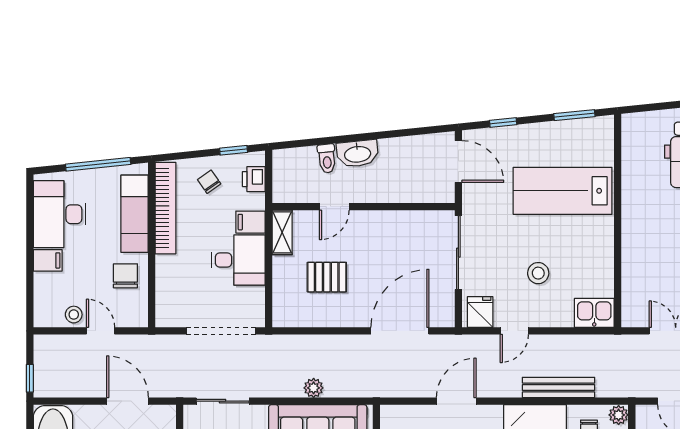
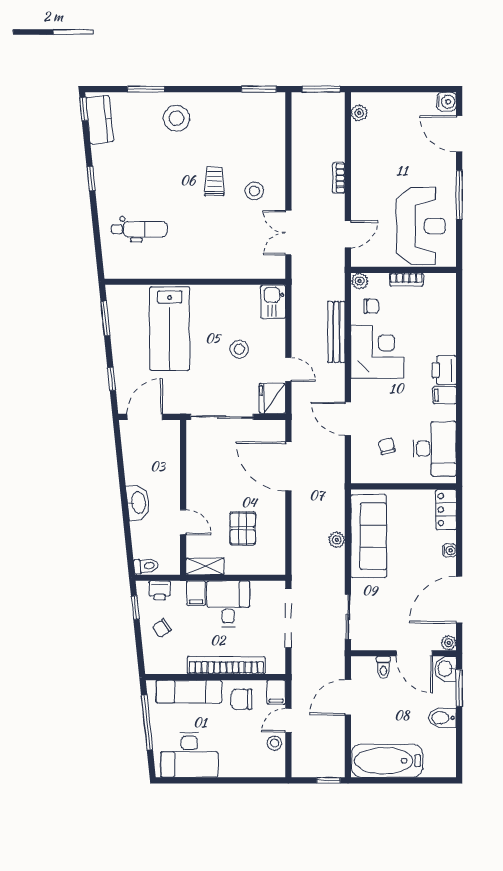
toilet: (327, 158) -> (146, 566), moved
bookcase: (165, 208) -> (226, 665), moved
filing cabinet: (48, 260) -> (276, 692), moved, turned 180
fridge: (480, 312) -> (272, 398), width x1.38

